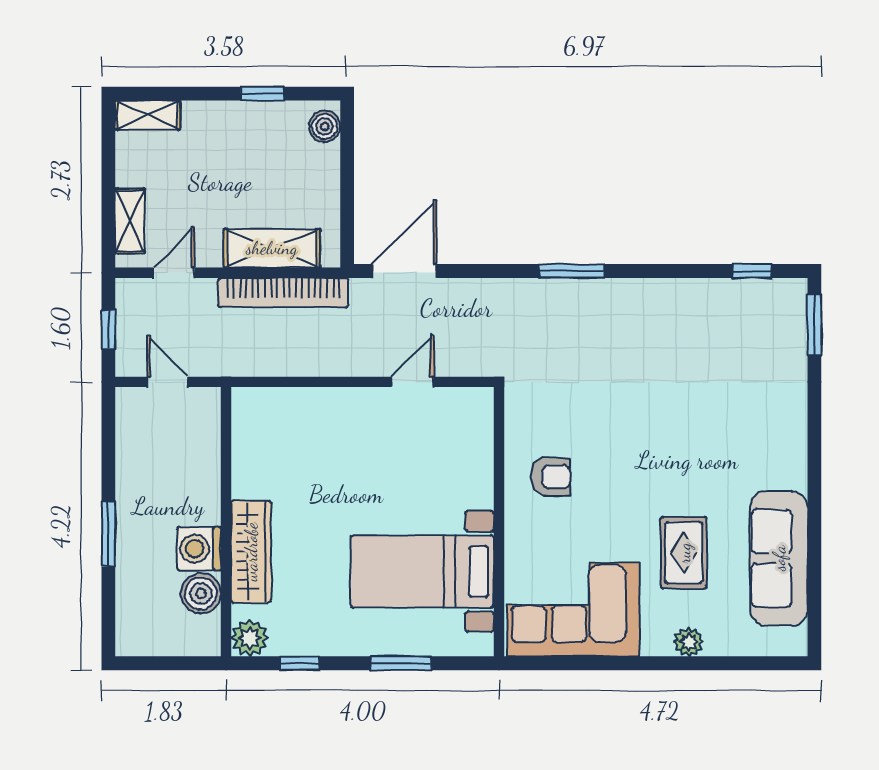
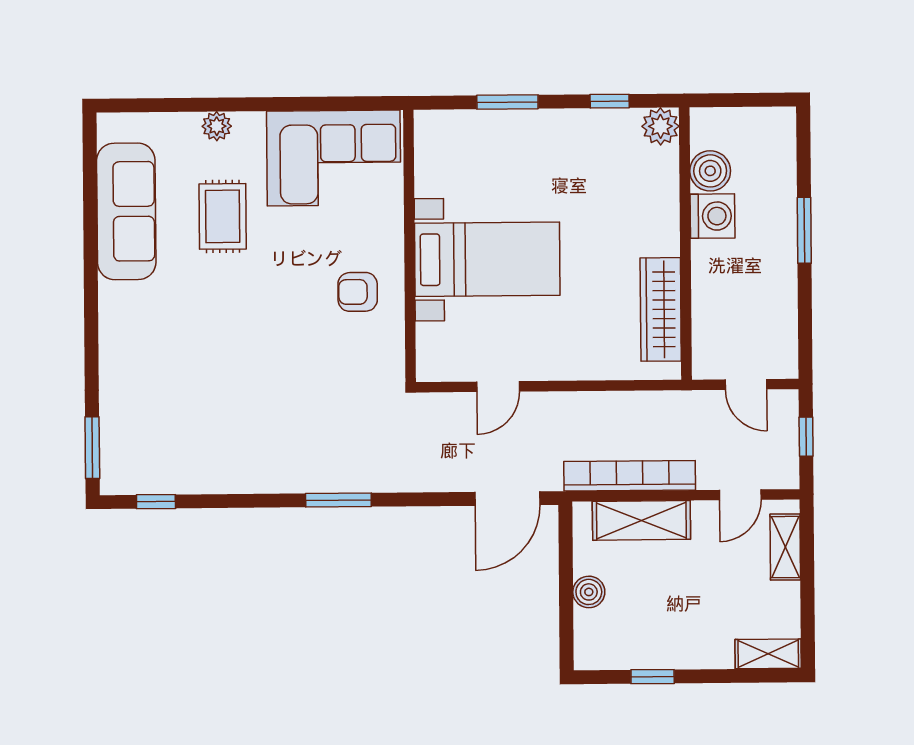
boiler: (325, 126) -> (589, 592), moved
wardrobe: (251, 552) -> (661, 309), moved
bed with nightstands: (422, 572) -> (487, 259), moved

